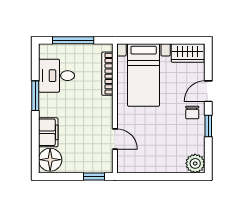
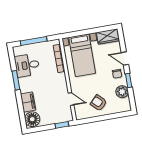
door: (208, 91) -> (125, 58), hinge flipped
armchair: (156, 152) -> (99, 103), added
plant: (195, 163) -> (122, 92), moved

